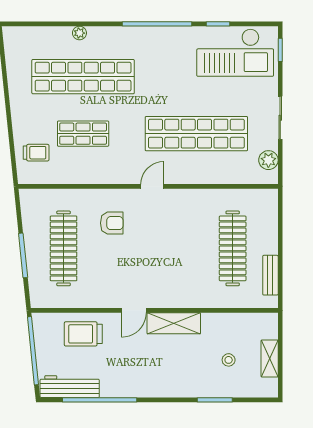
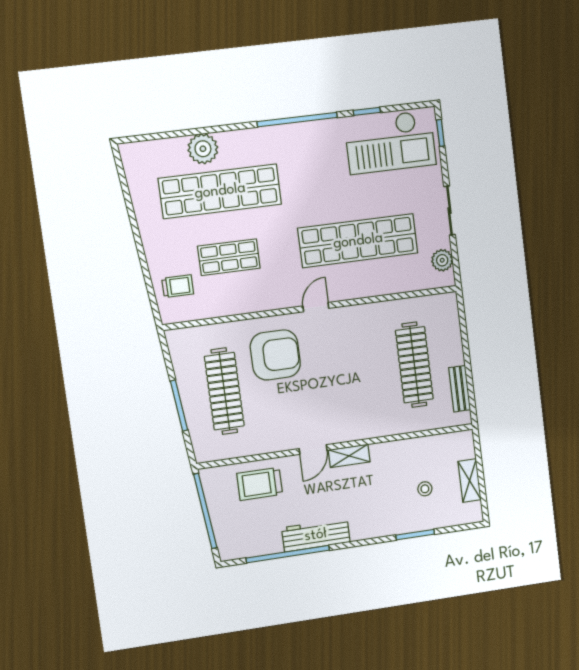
plant: (79, 33) -> (203, 149), width x1.88, depth x1.88
armchair: (112, 223) -> (275, 355), width x1.88, depth x1.88
shelving: (174, 323) -> (349, 456), width x0.67, depth x0.75
workbench: (70, 387) -> (316, 535), moved

